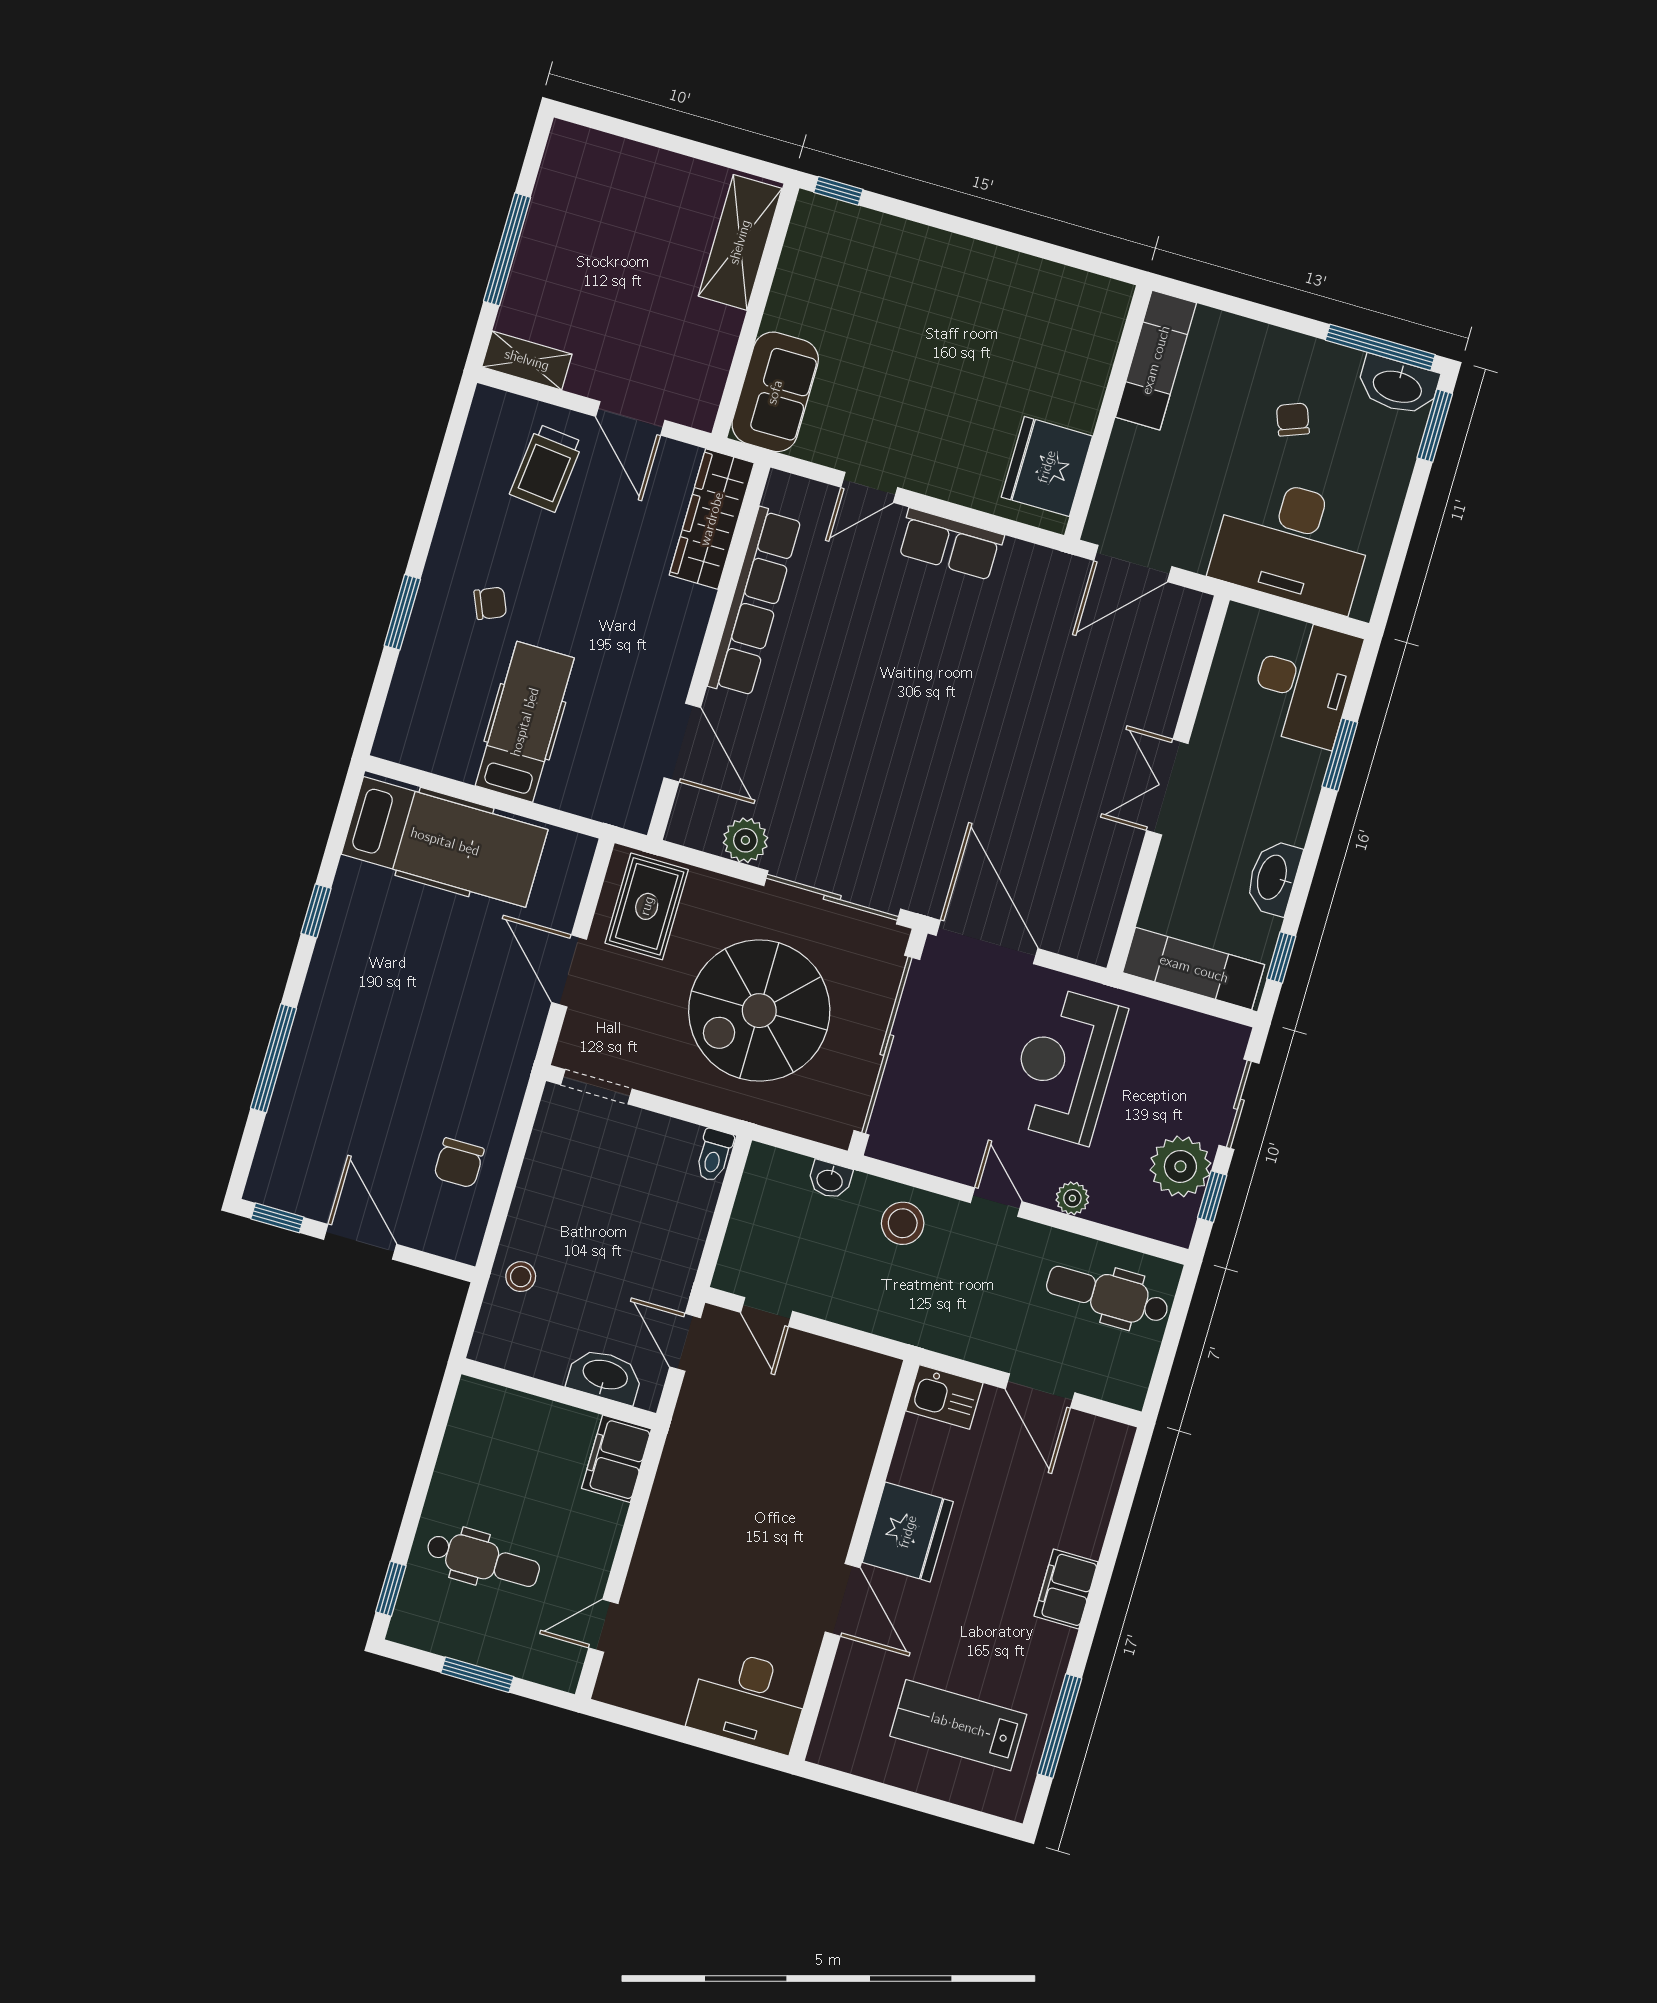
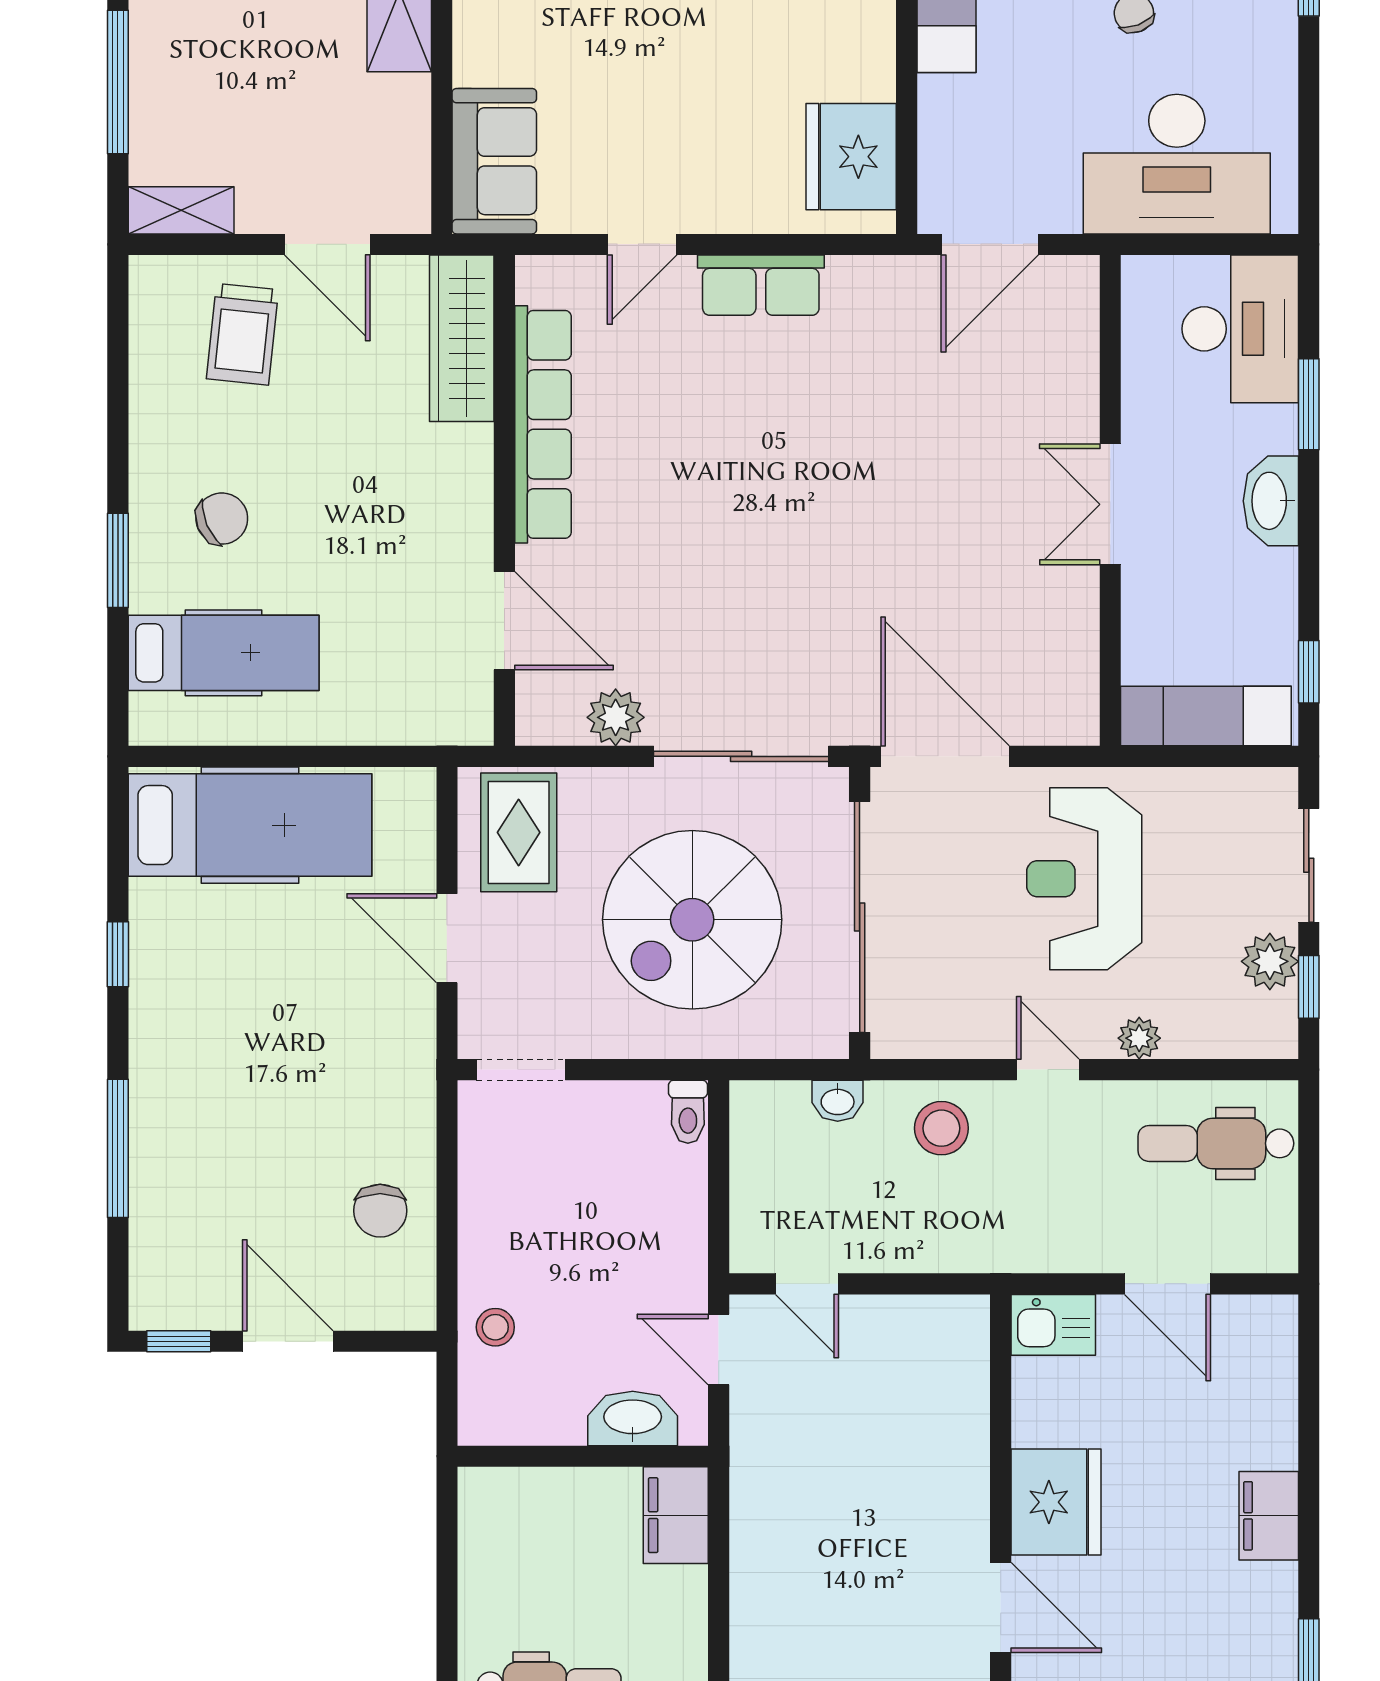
chair: (490, 603) -> (222, 519), width x1.37, depth x1.37
hospital bed: (525, 722) -> (224, 653), moved, turned 90
washbasin: (1273, 878) -> (1271, 501), moved
plant: (1180, 1166) -> (1270, 961), width x0.73, depth x0.73

